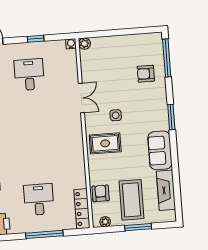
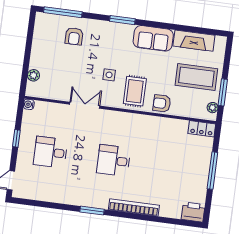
plant: (84, 44) -> (33, 75), moved
armchair: (101, 193) -> (162, 103), moved
desk: (39, 200) -> (114, 160), moved
locker: (82, 209) -> (202, 129), width x0.66
window: (138, 227) -> (223, 92), moved

